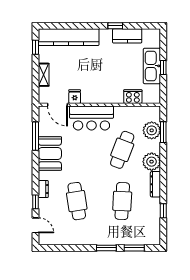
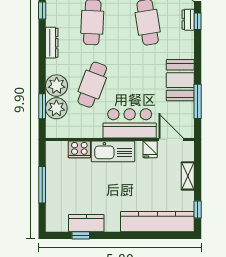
window: (115, 26) -> (81, 235), moved
kitchen sink: (152, 66) -> (113, 151), moved, turned 90
window: (163, 67) -> (42, 185), width x2.17
plant: (152, 162) -> (57, 86), moved
dresser: (43, 189) -> (188, 20), moved

